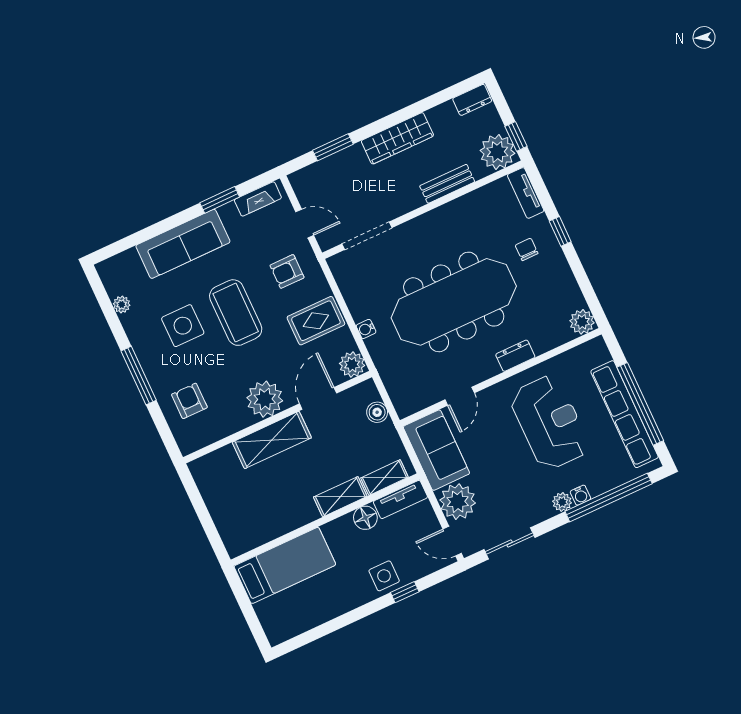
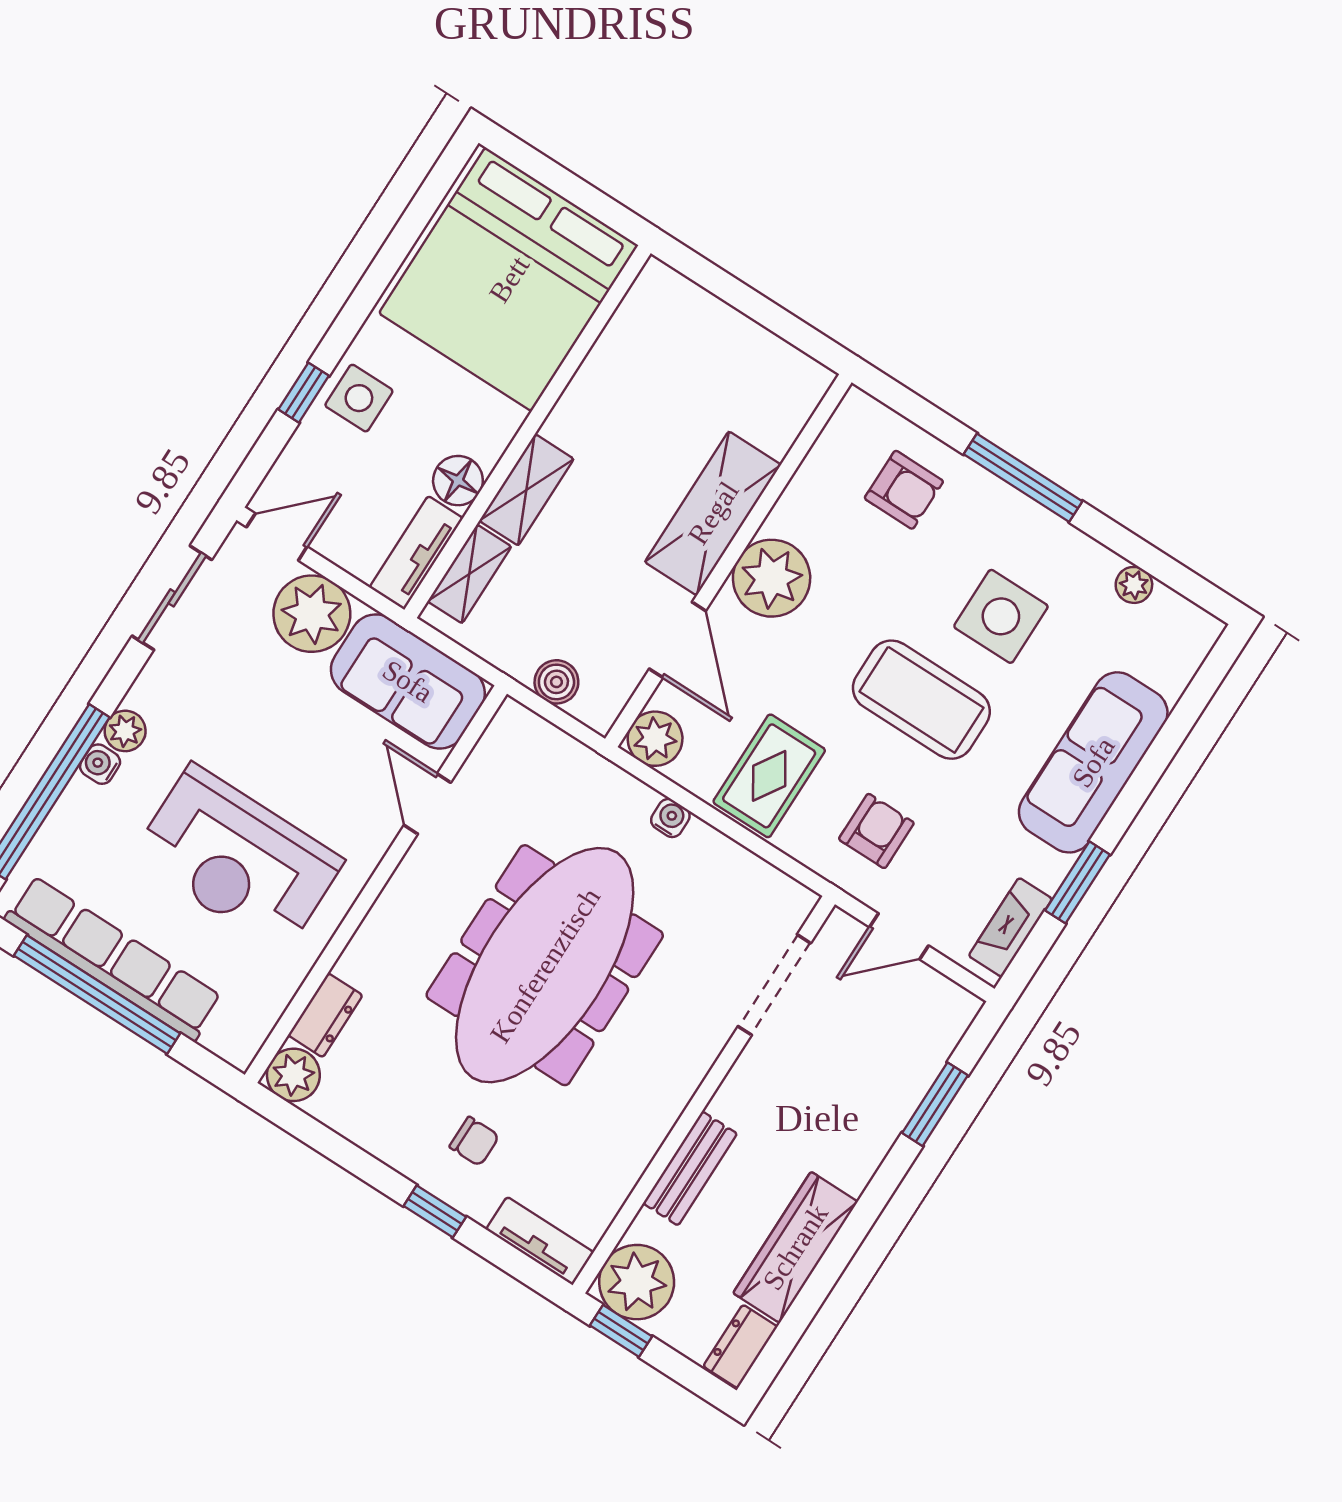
wardrobe: (397, 138) -> (795, 1247), moved
dresser: (515, 356) -> (325, 1015), moved
bed: (285, 565) -> (509, 279), width x2.04

